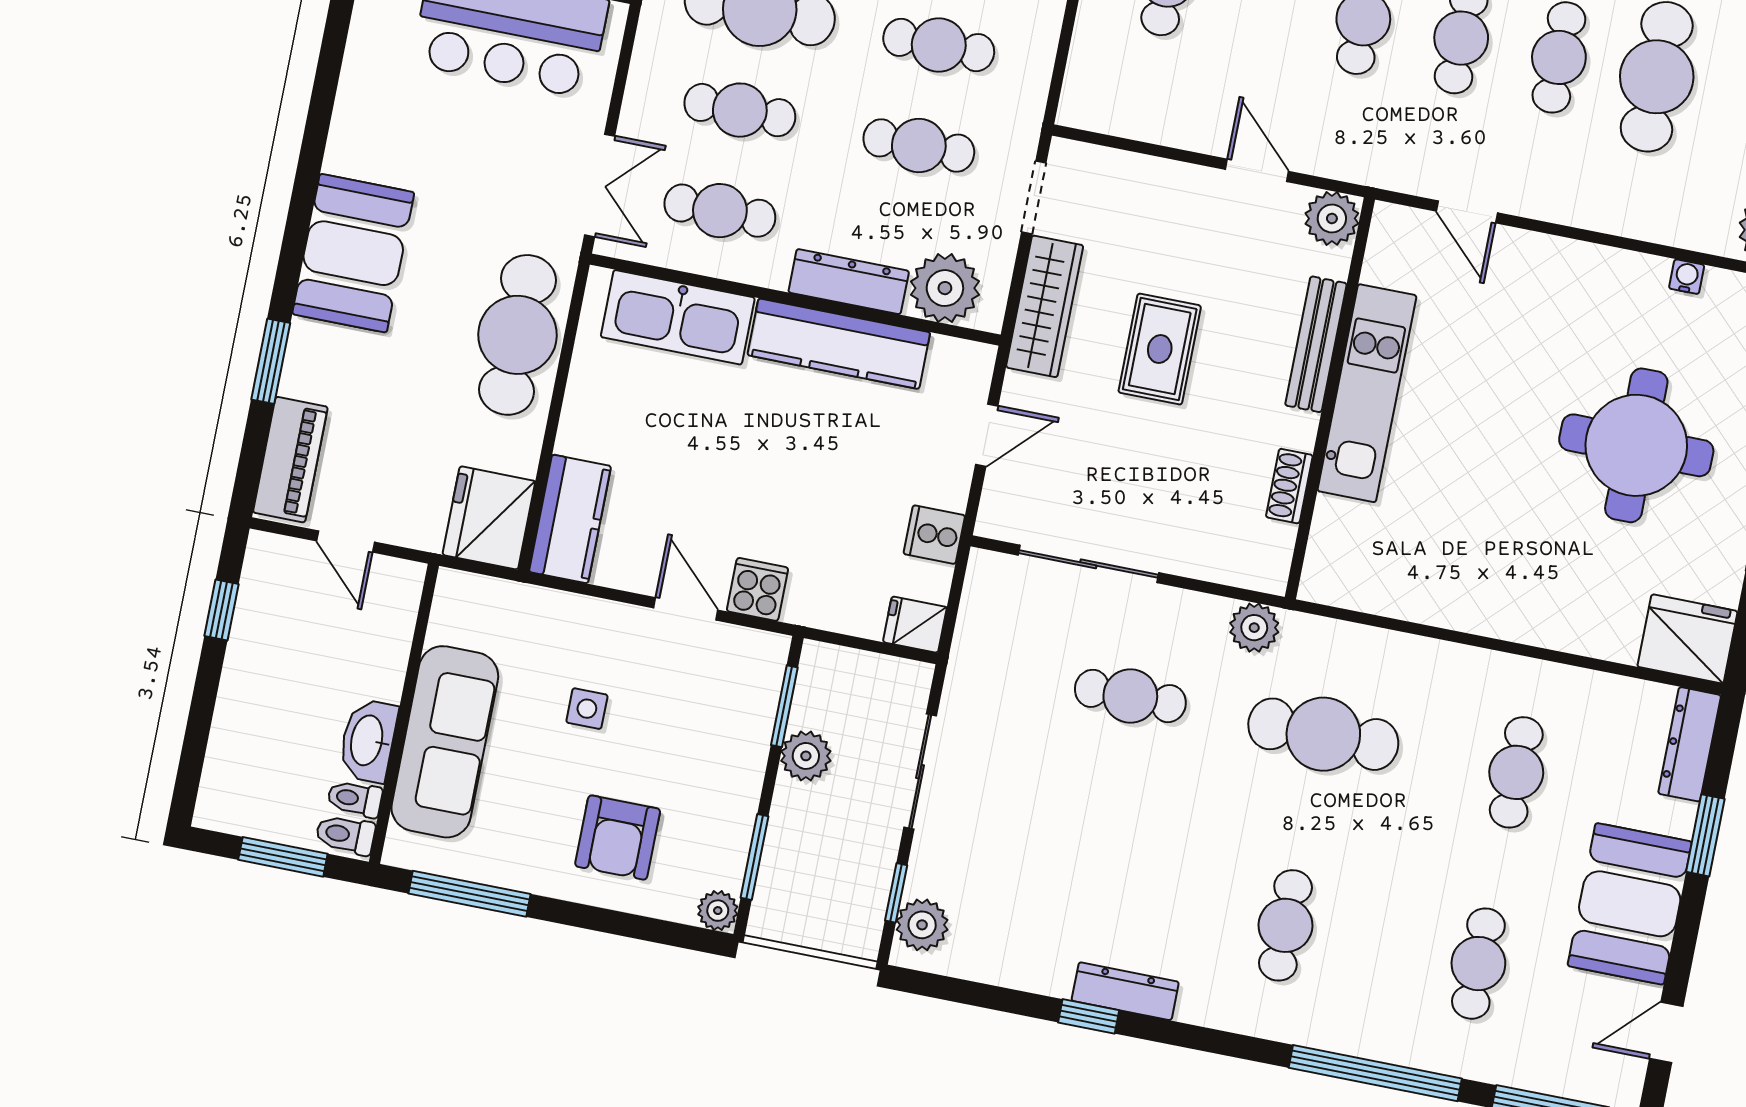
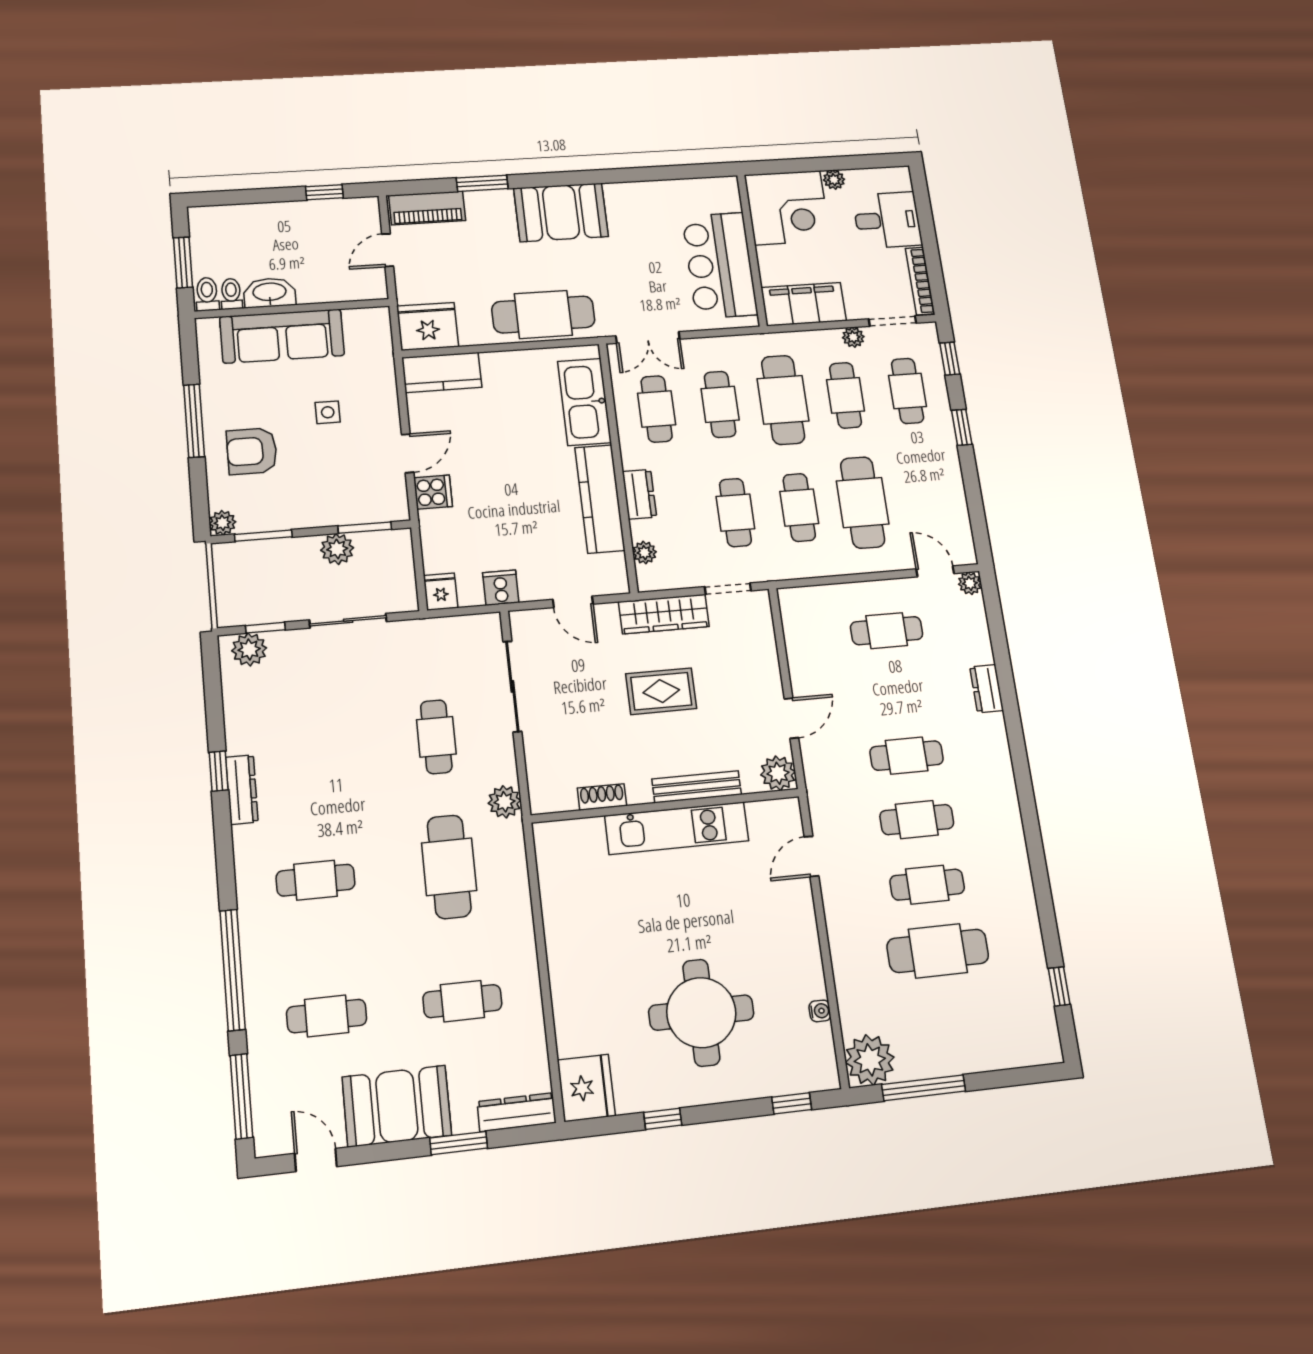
dresser: (849, 282) -> (639, 494), width x0.70
plant: (945, 288) -> (645, 553), width x0.53, depth x0.53
window: (470, 894) -> (194, 421), moved

